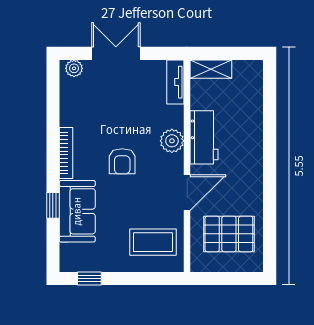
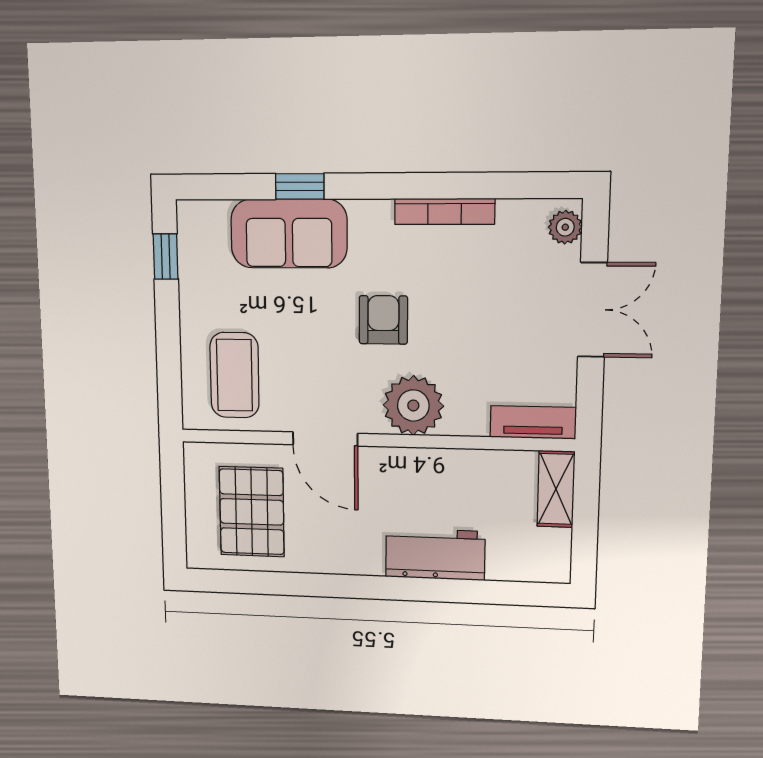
workbench: (204, 137) -> (435, 554), moved, turned 180
plant: (172, 141) -> (413, 405), width x1.36, depth x1.36
bookcase: (66, 153) -> (445, 211), moved
armchair: (122, 161) -> (383, 320), turned 90

